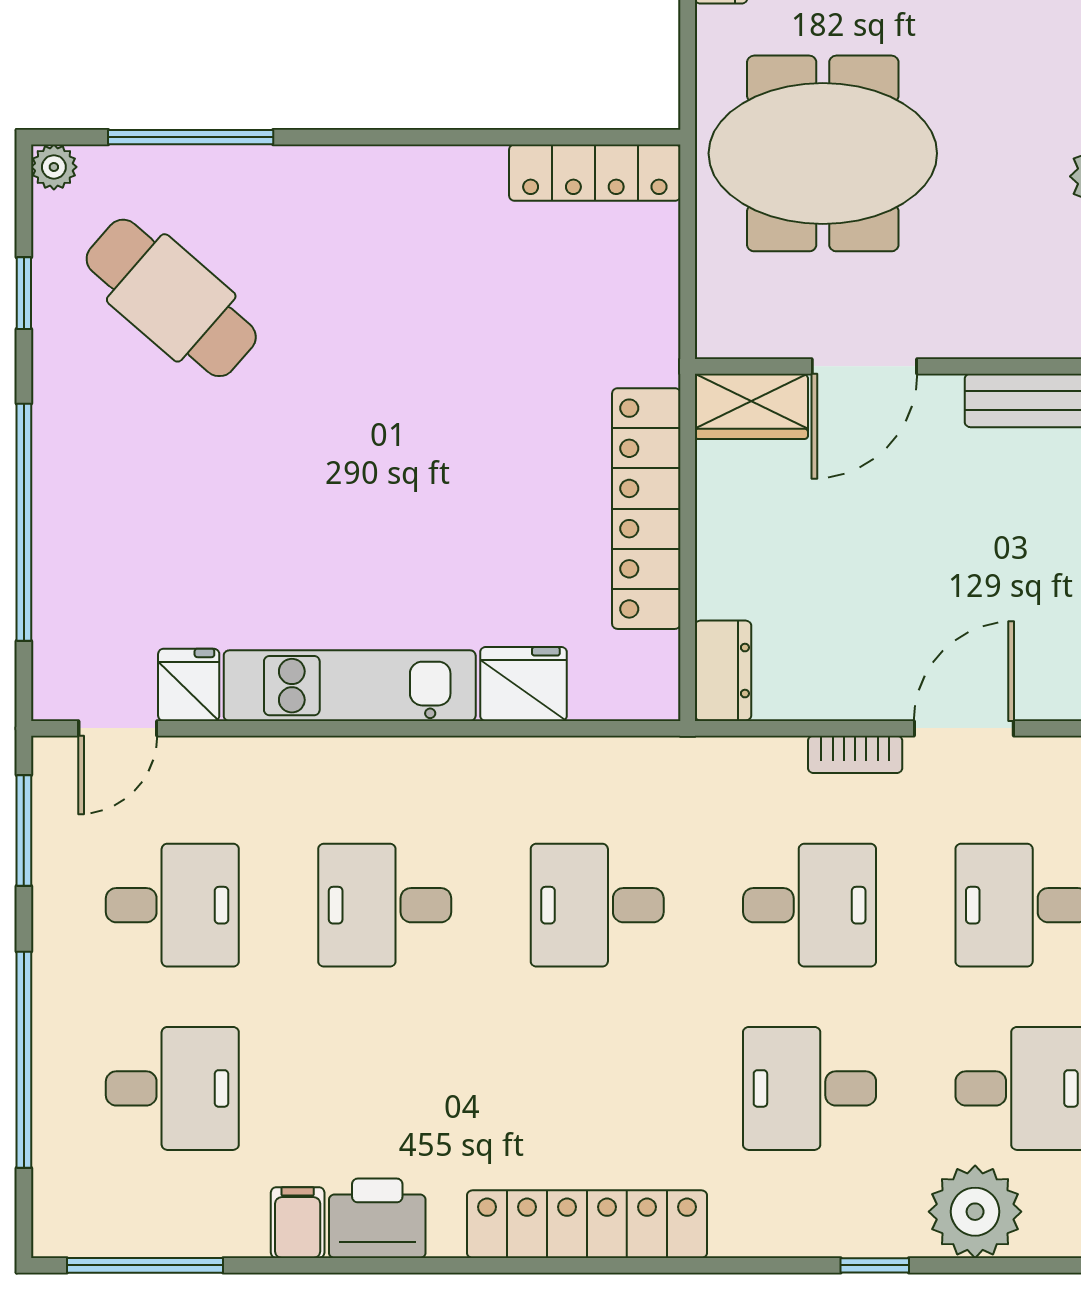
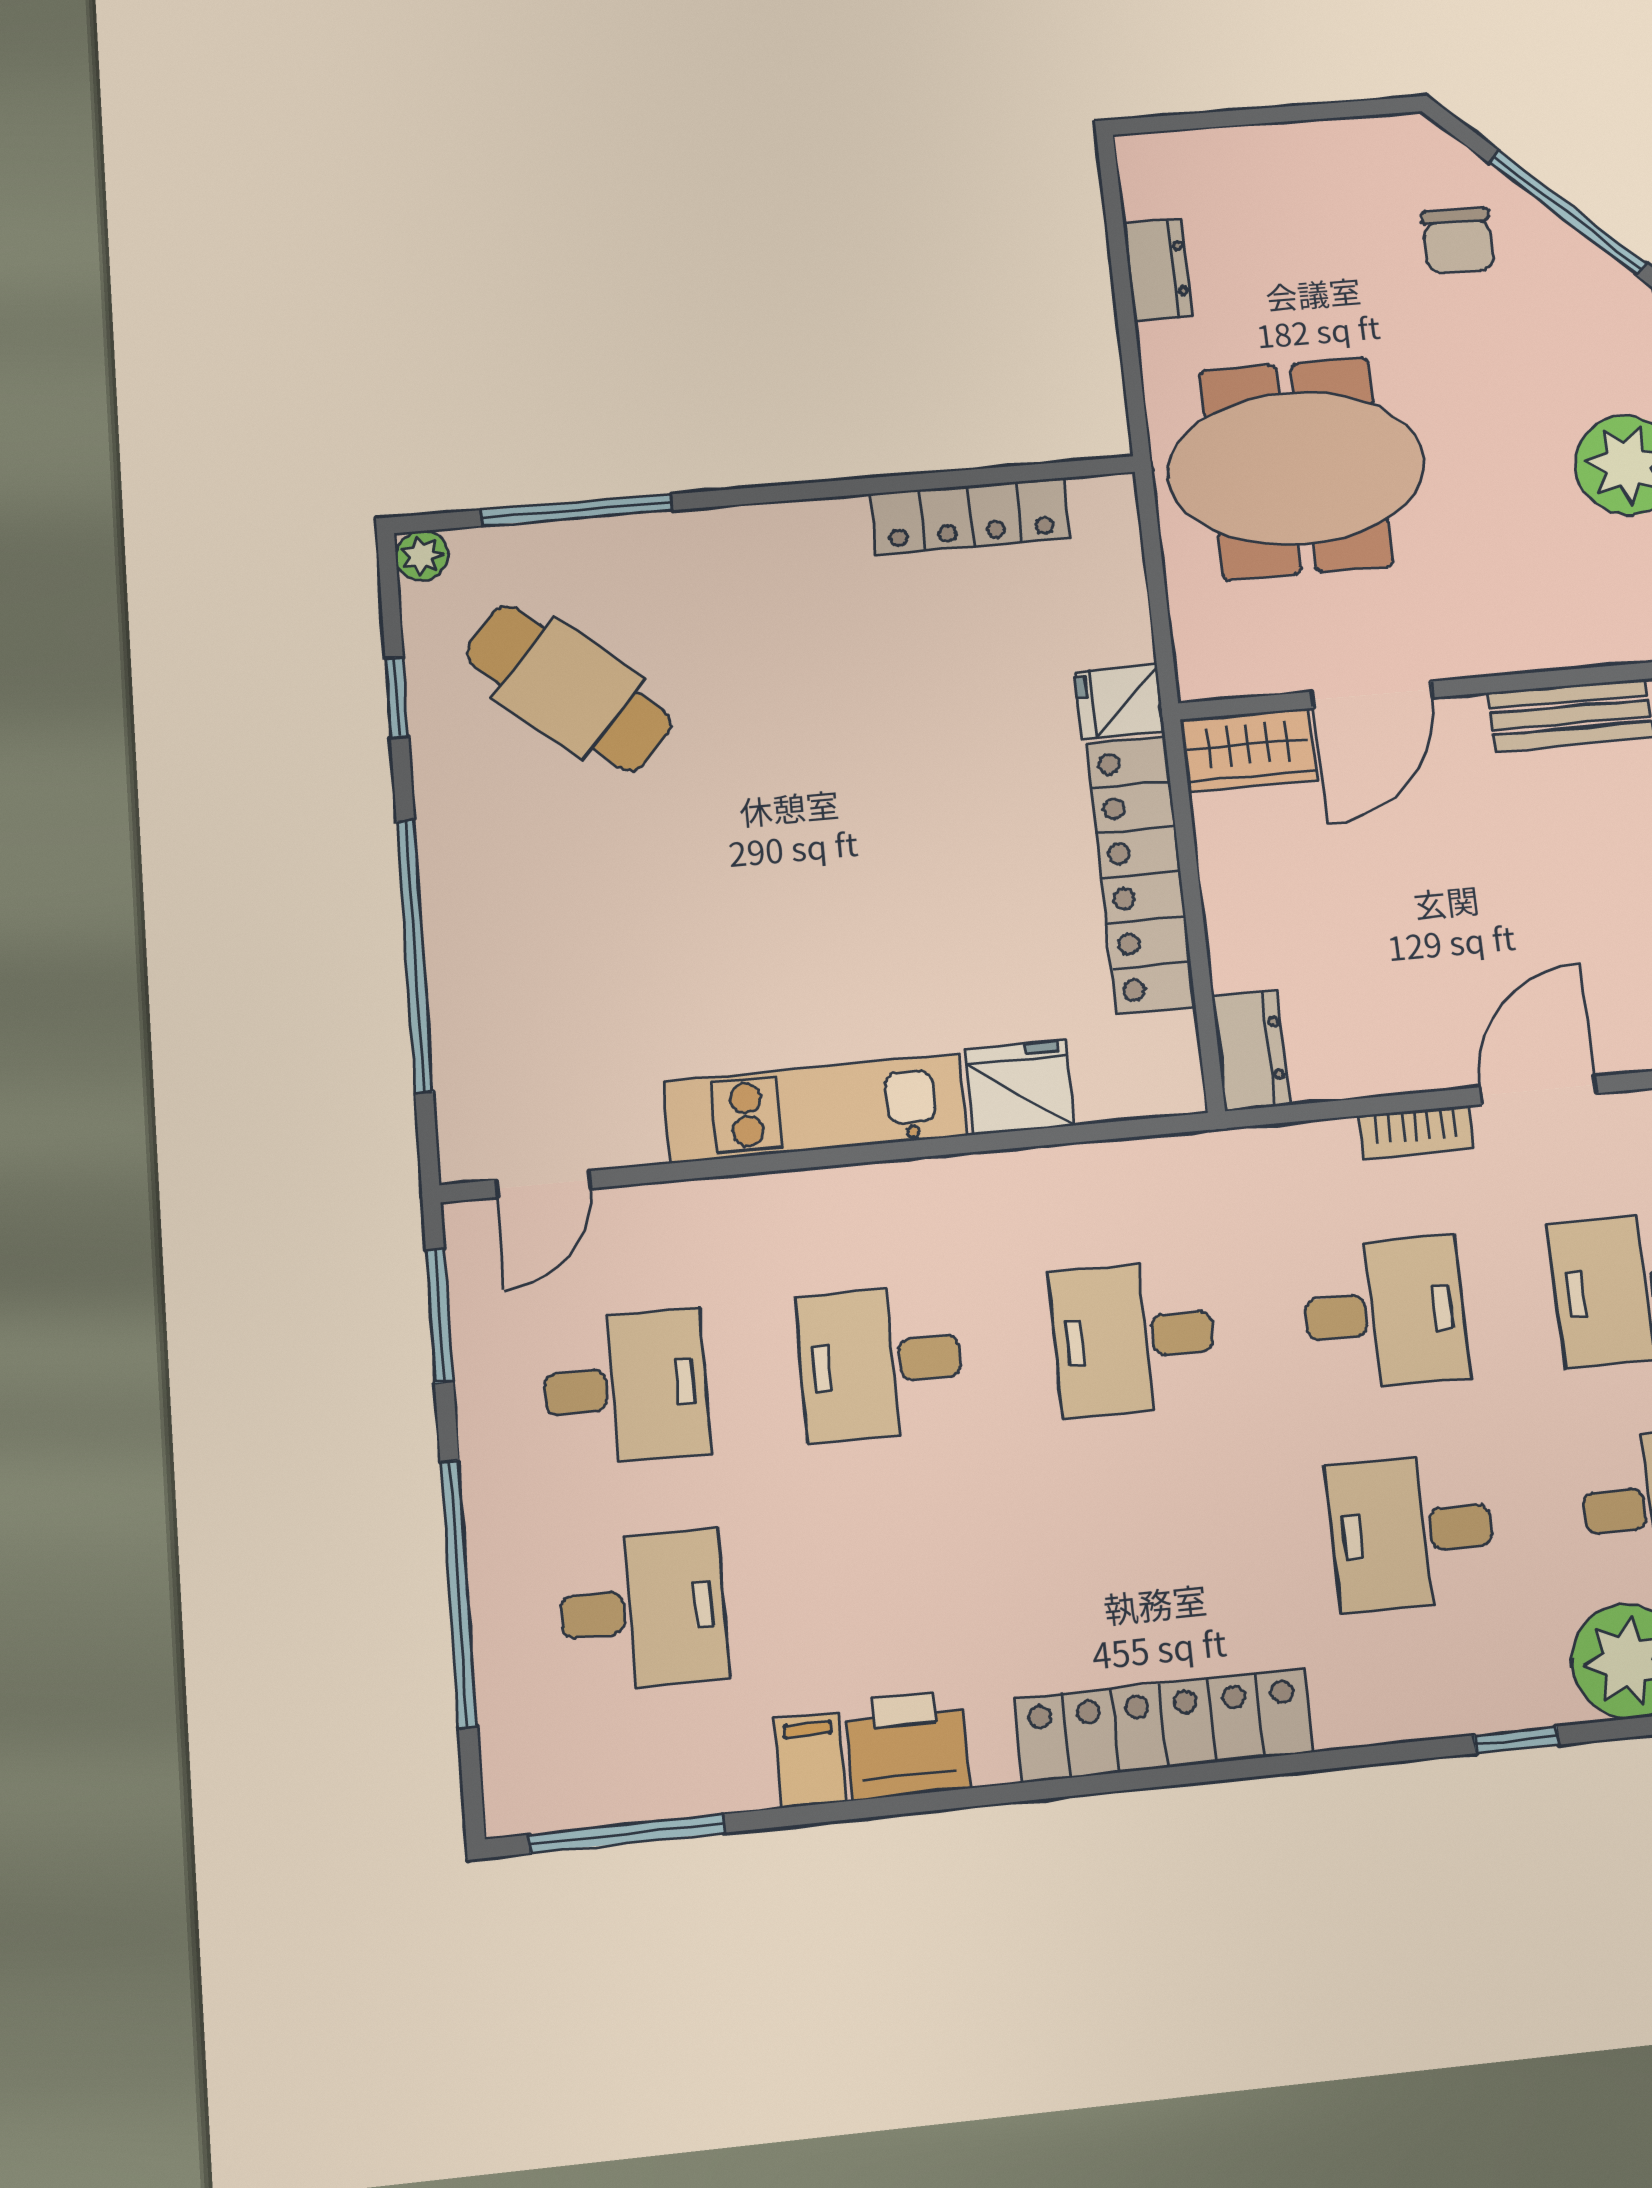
locker: (595, 173) -> (970, 516), moved
fridge: (189, 685) -> (1119, 702), moved, turned -90

